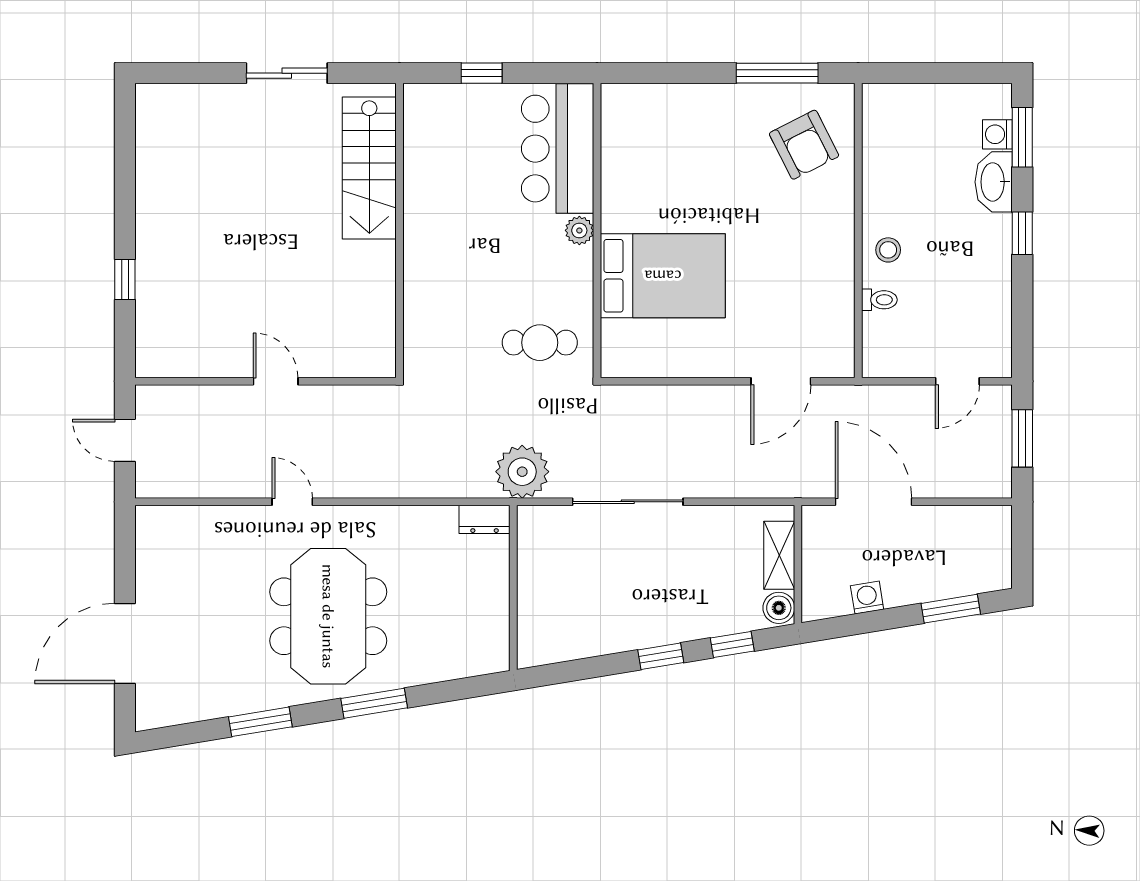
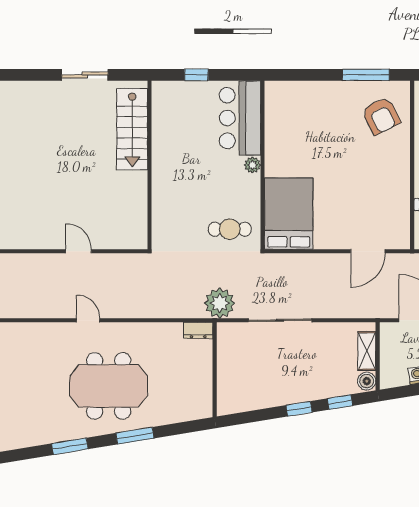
bed: (663, 276) -> (289, 214), moved, turned -90
meeting table: (328, 616) -> (109, 386), turned 90

